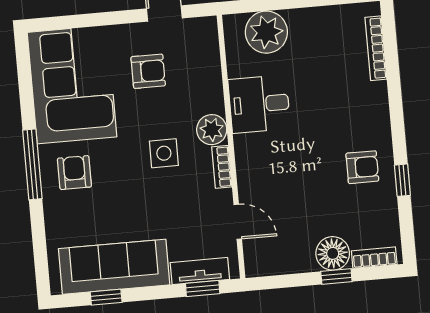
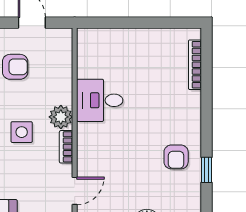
plant: (266, 32) -> (110, 44), removed
armchair: (362, 167) -> (176, 157), turned 90
door: (238, 222) -> (75, 191), hinge flipped

